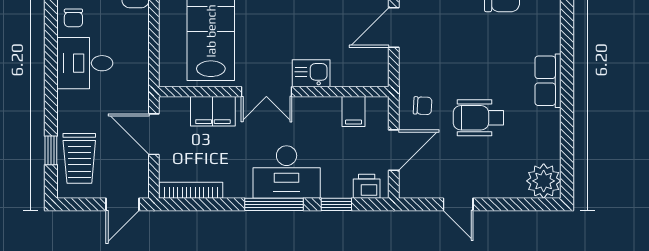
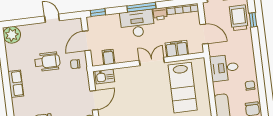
desk: (85, 63) -> (224, 68), moved, turned 180
kitchen sink: (311, 73) -> (105, 76), moved
printer: (367, 186) -> (160, 14), moved
window: (336, 204) -> (98, 13), moved

